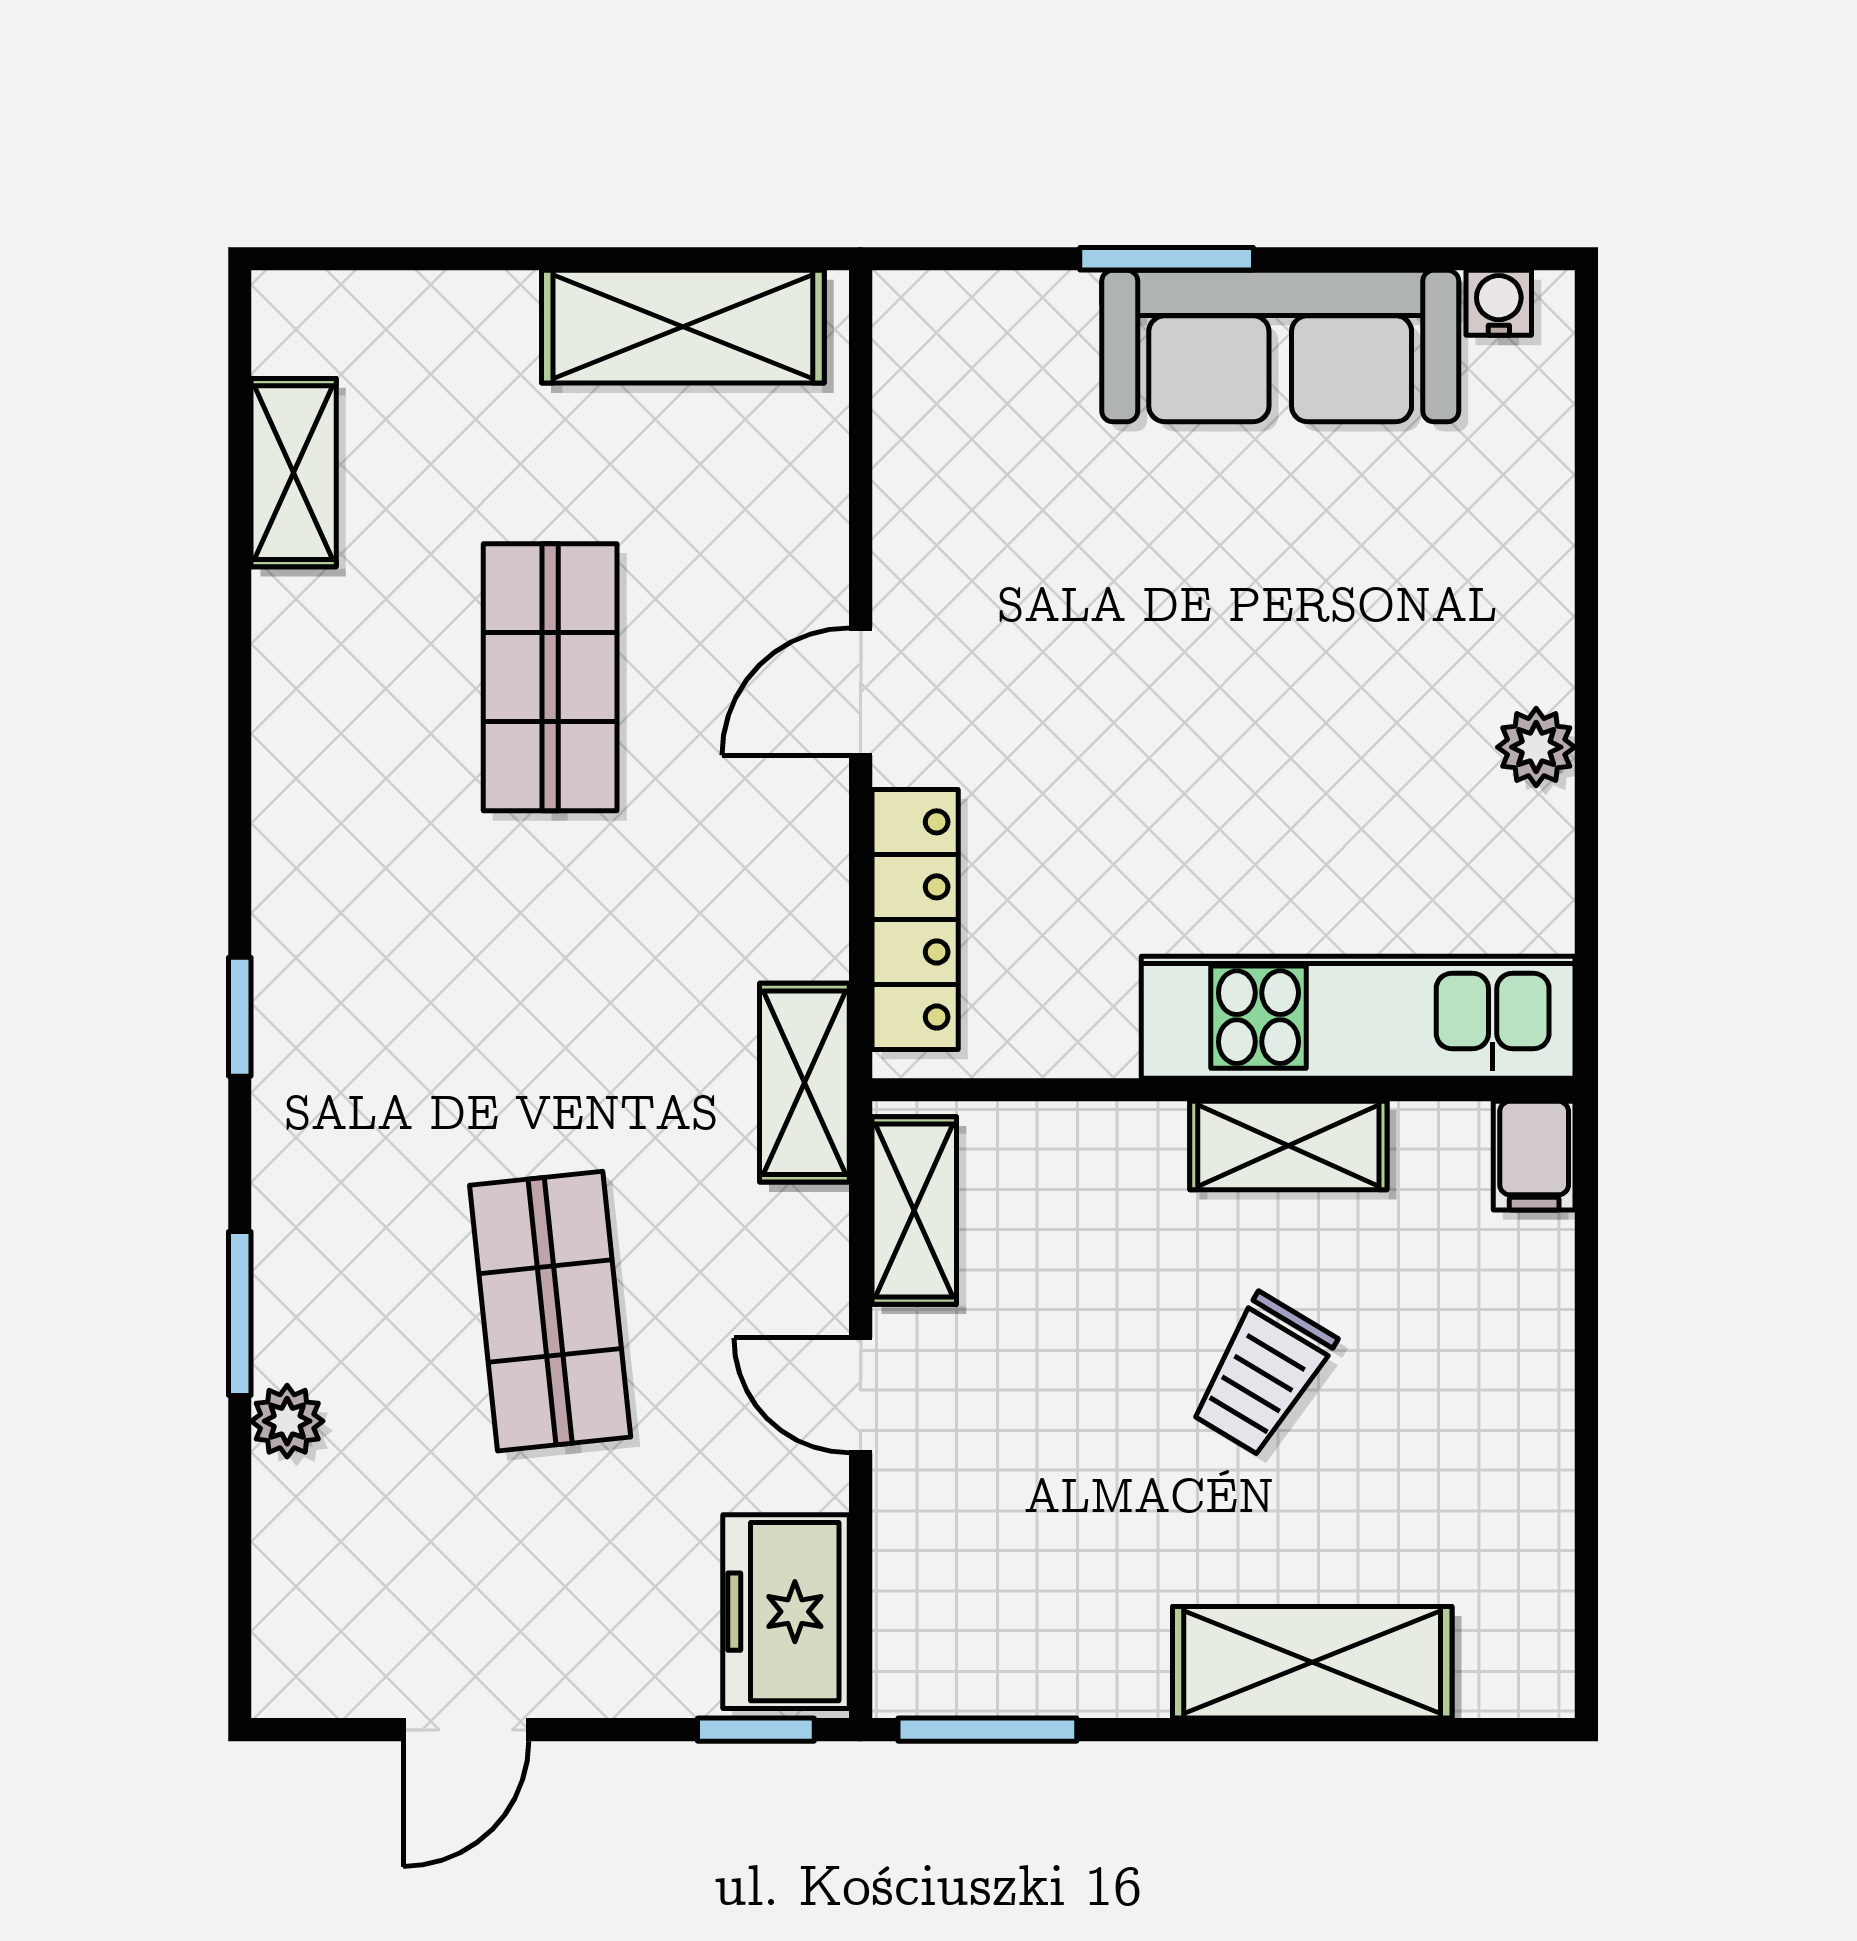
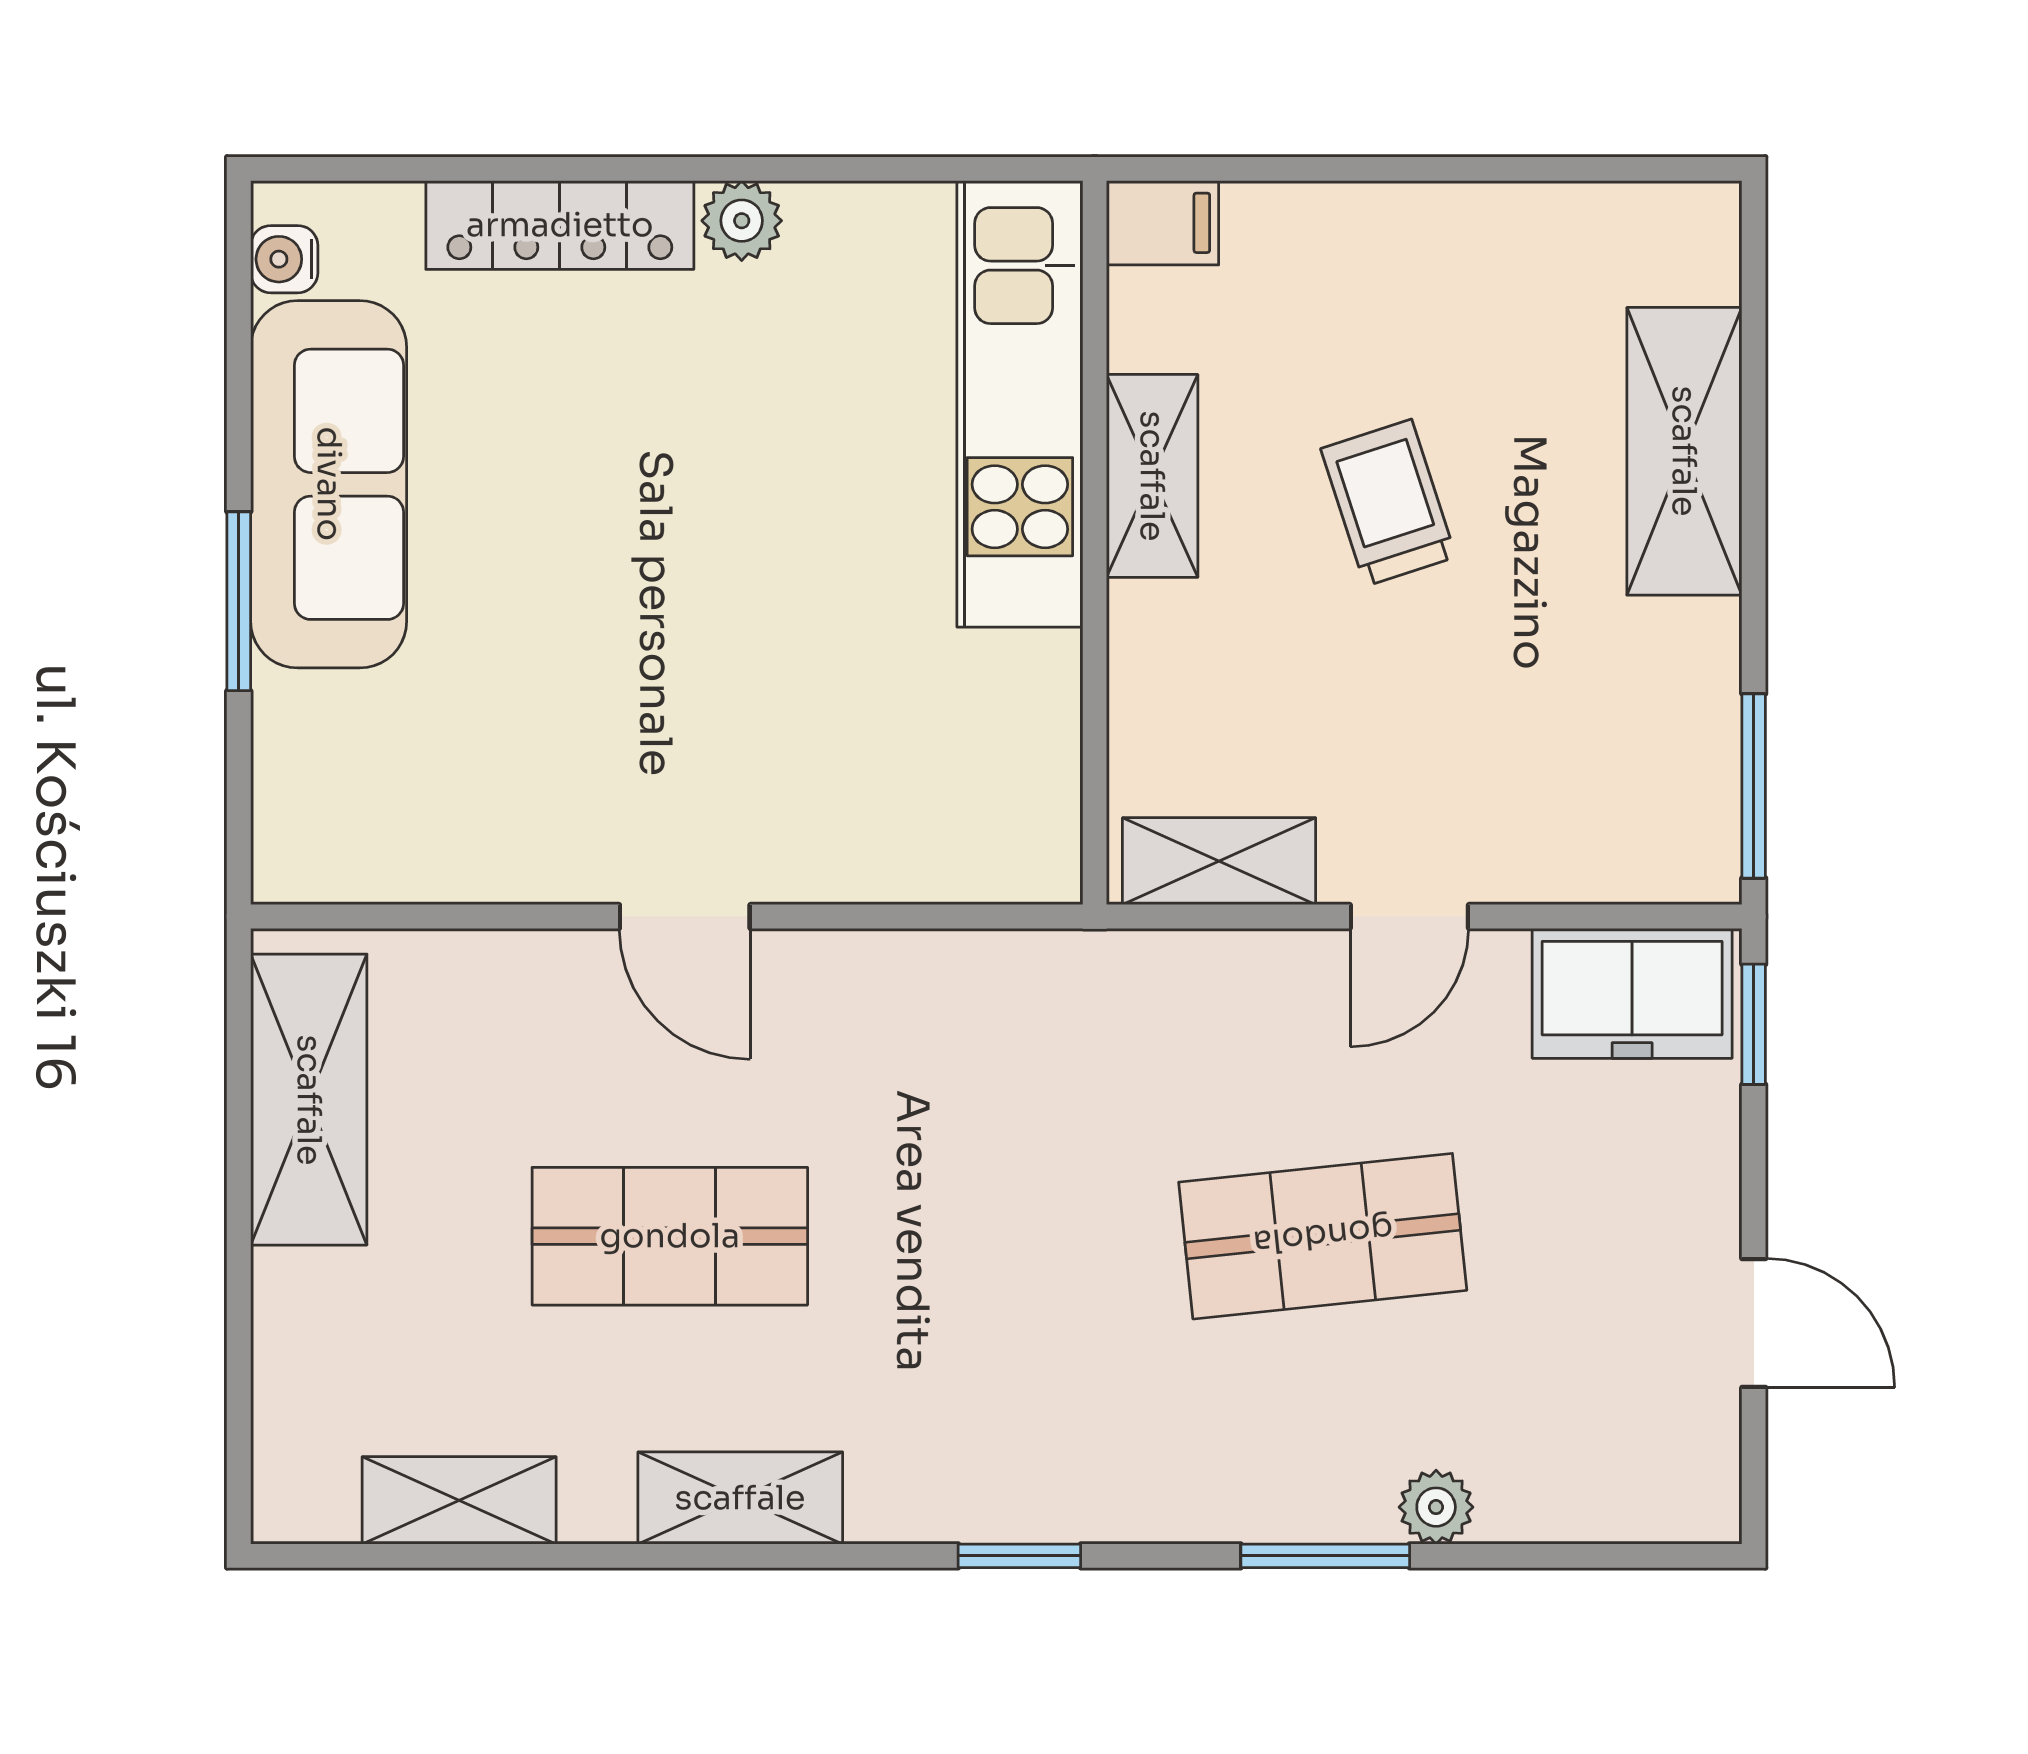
locker: (915, 919) -> (560, 225), moved, turned 180
shelving: (804, 1083) -> (740, 1498), moved
trolley: (1262, 1375) -> (1388, 503), turned -139

